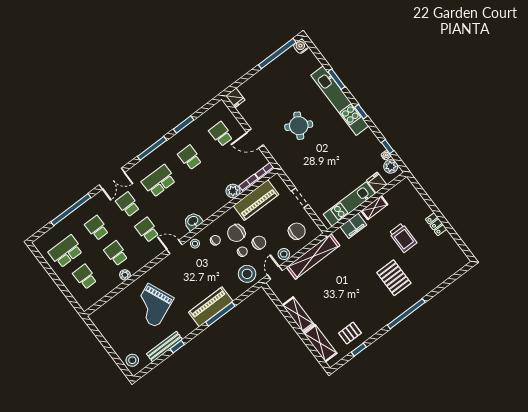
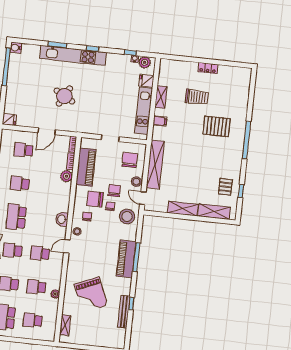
filing cabinet: (353, 226) -> (160, 121), width x0.50
chair: (236, 233) -> (95, 199), turned 90
shelving: (107, 308) -> (65, 325), added
stool: (132, 360) -> (113, 340), removed

